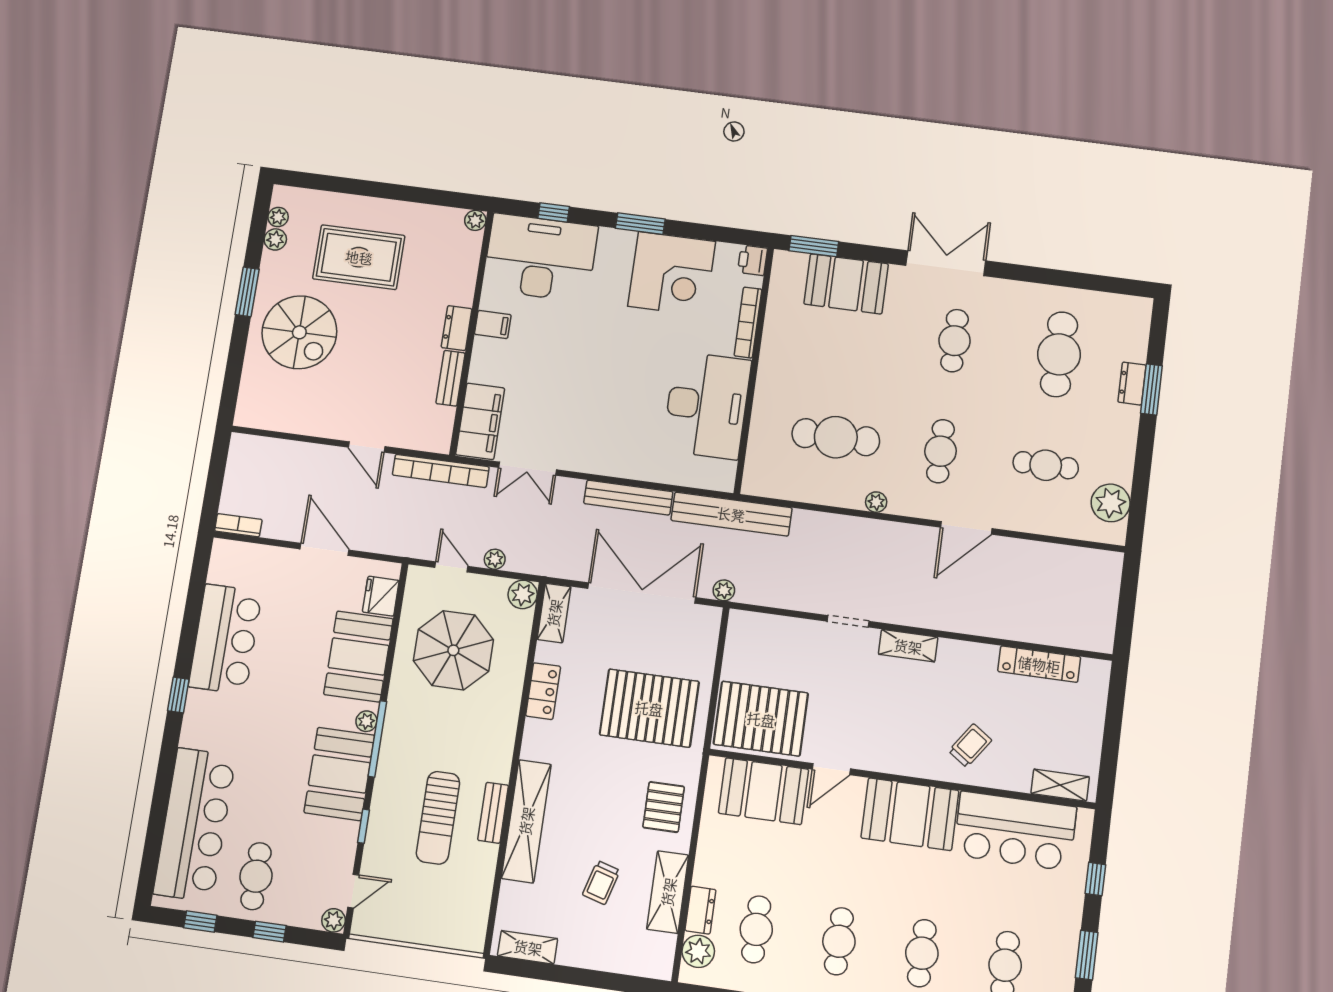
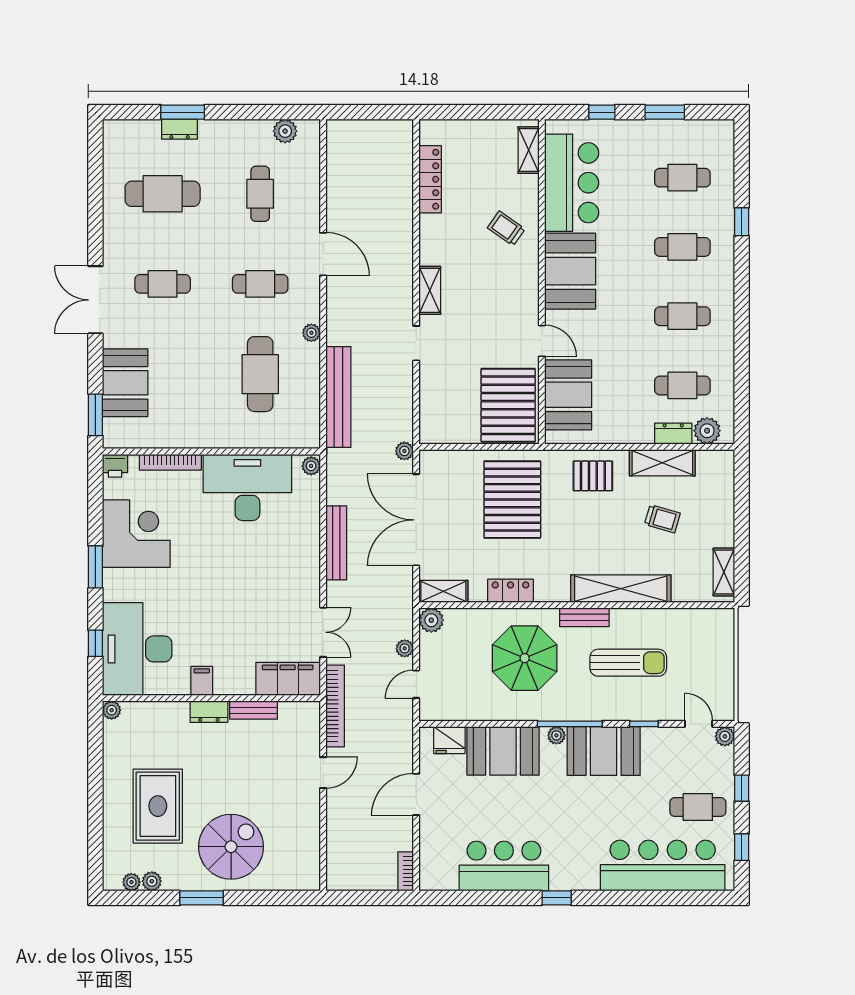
plant: (721, 481) -> (311, 466), added
plant: (1111, 503) -> (285, 131), width x0.73, depth x0.73
bench: (731, 514) -> (338, 397), moved
parasol: (453, 650) -> (525, 658), moved
bench: (493, 813) -> (584, 617), moved

